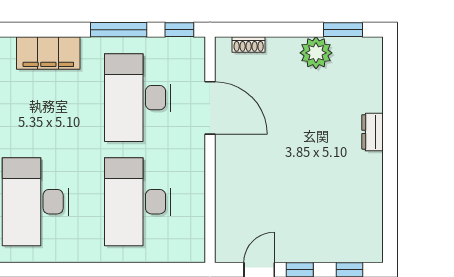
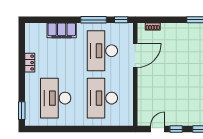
plant: (316, 53) -> (183, 30), removed
door: (210, 108) -> (135, 55), hinge flipped

